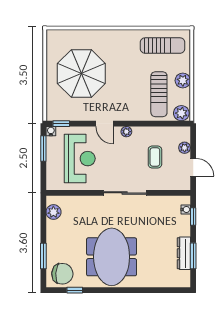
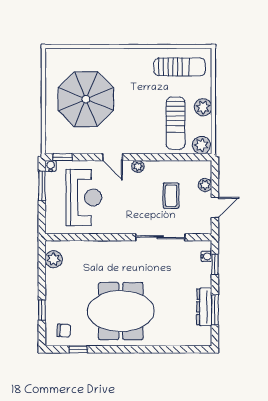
door: (193, 167) -> (215, 207), hinge flipped
sliding door: (125, 193) -> (160, 237), moved
window: (43, 256) -> (42, 310), width x0.67
meeting table: (112, 257) -> (121, 311), turned 90
chair: (62, 274) -> (64, 331), width x0.54, depth x0.54

